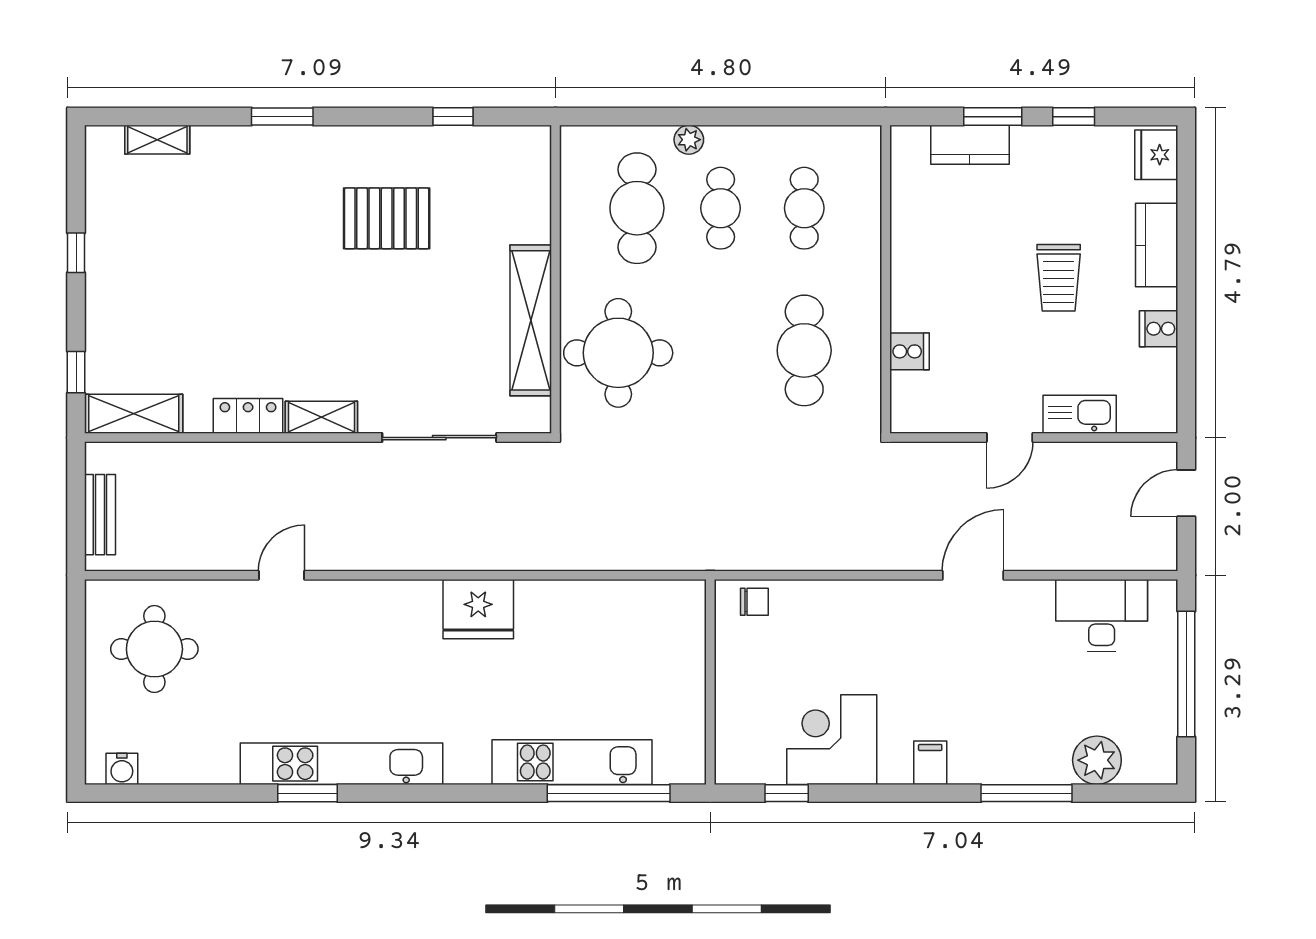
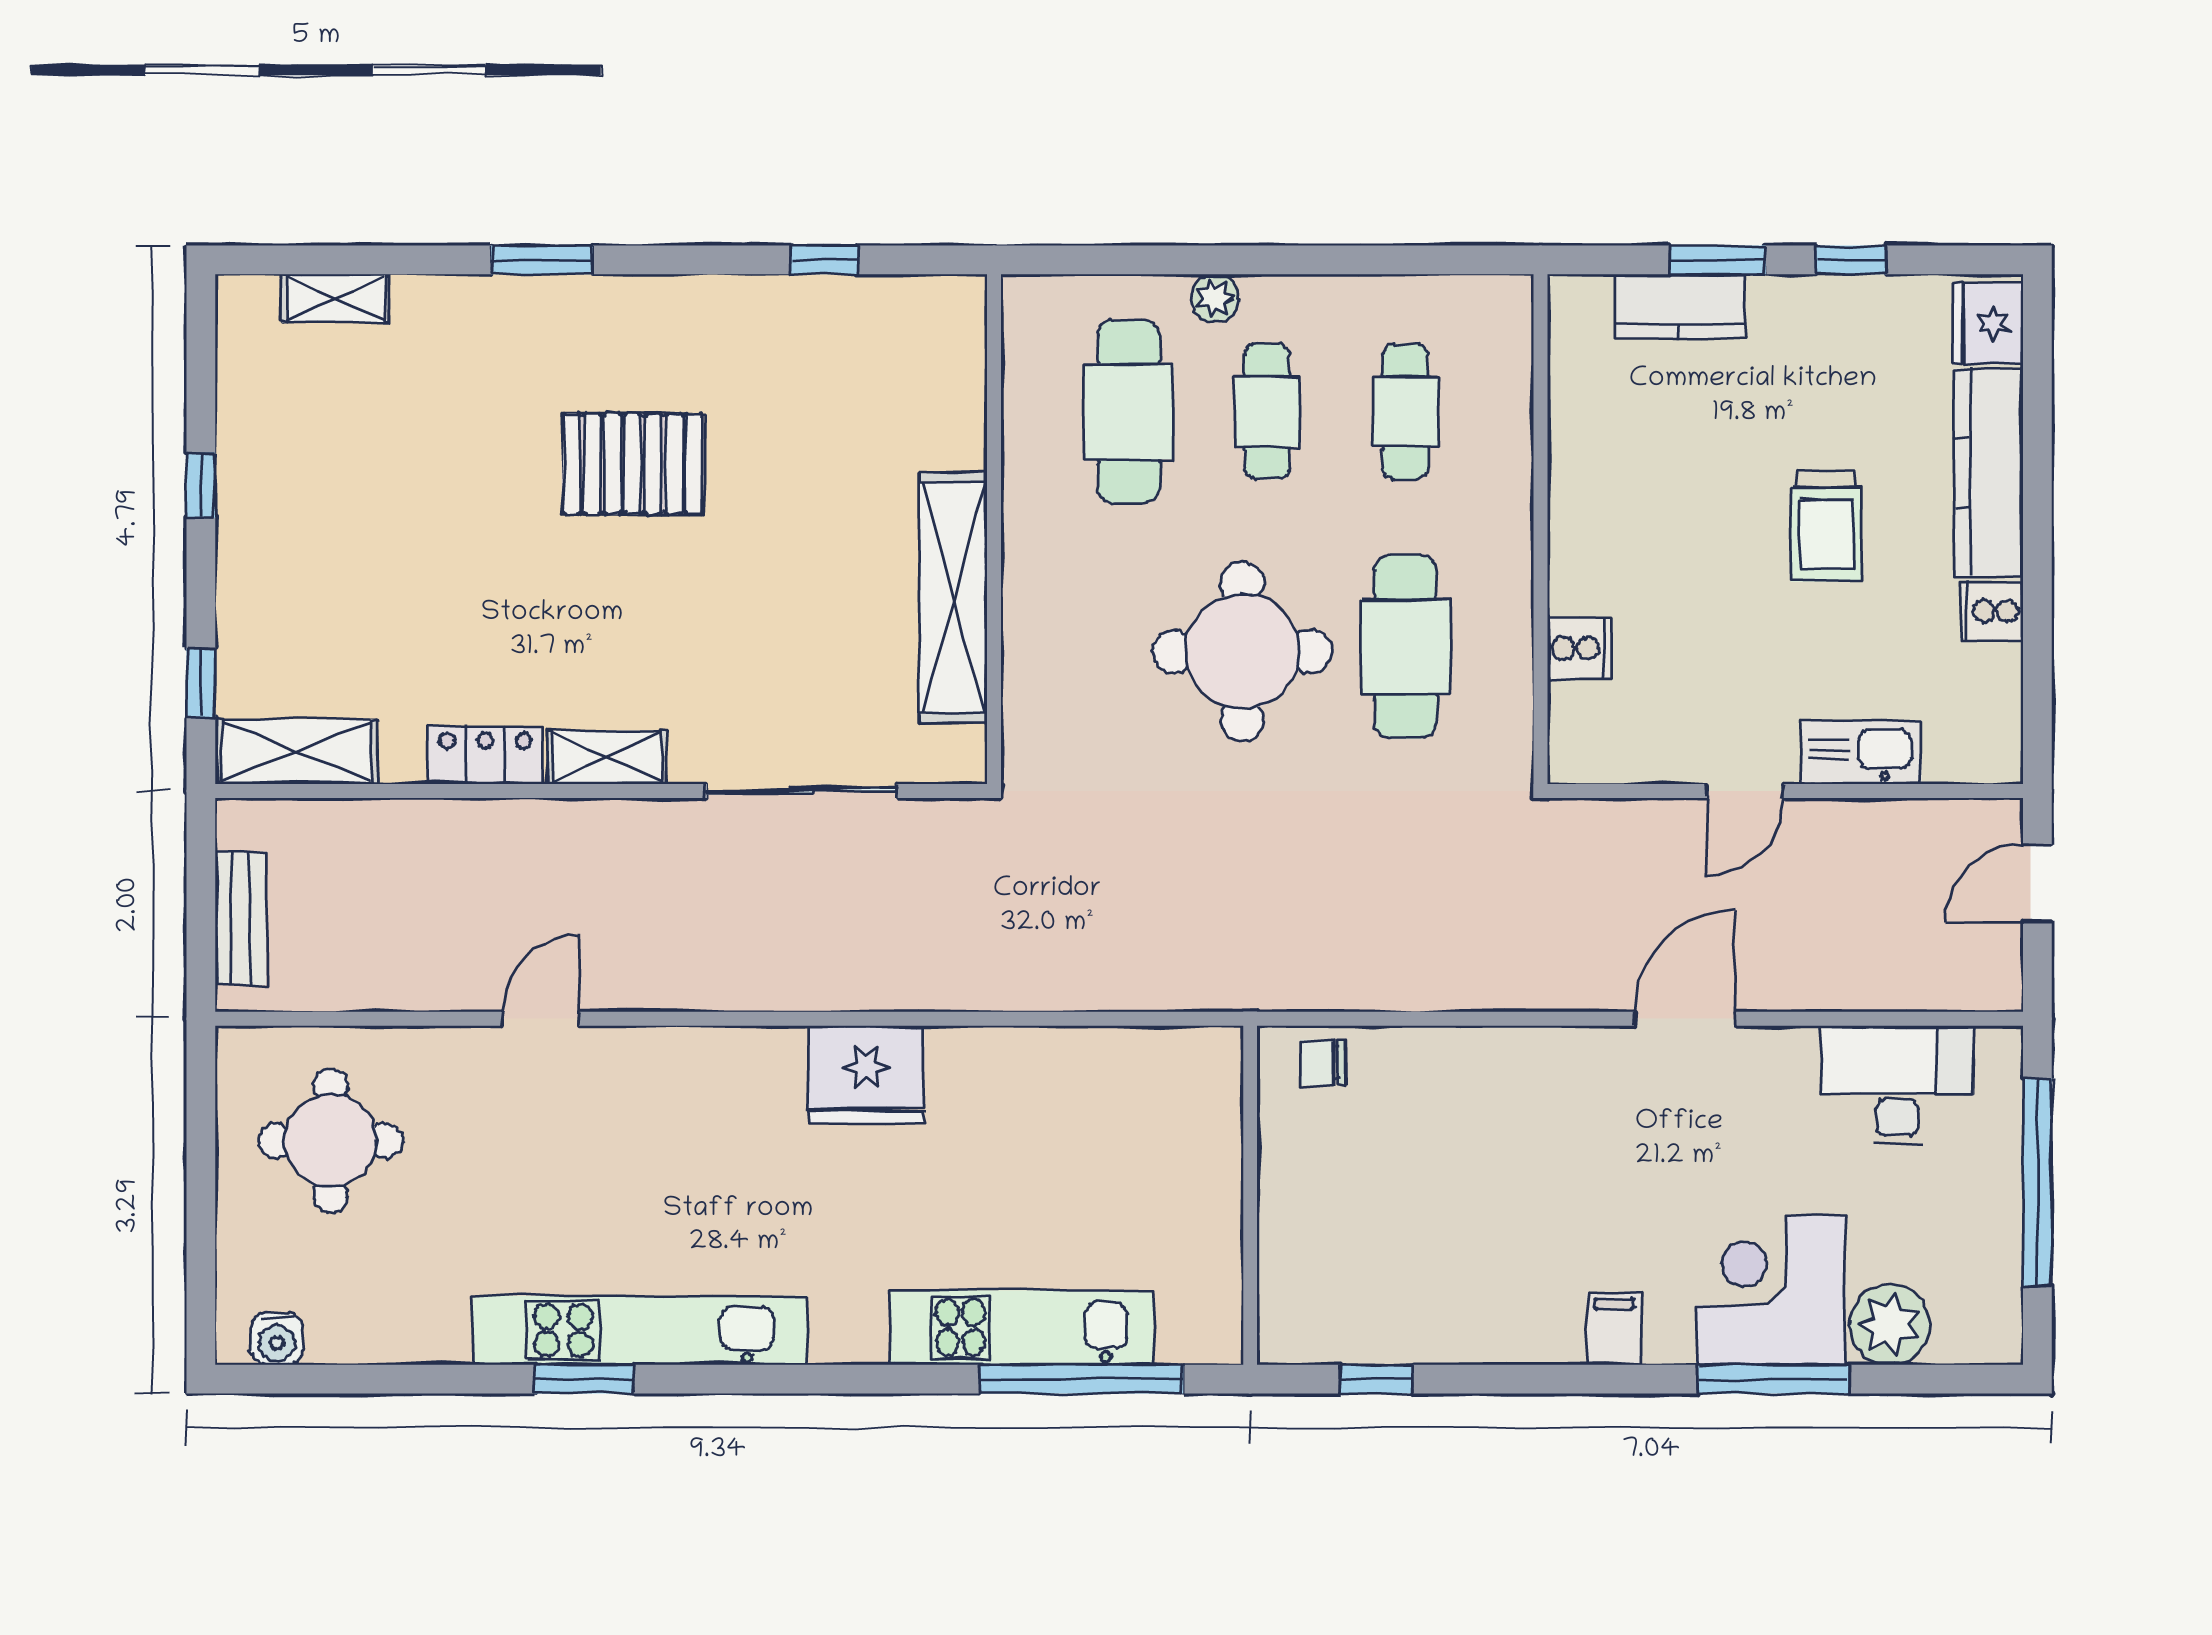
pallet: (387, 218) -> (633, 464), moved
kitchen counter: (1157, 245) -> (1989, 473), width x1.50
round table: (618, 353) -> (1242, 652), moved
chair: (754, 602) -> (1323, 1063), turned 180
corner desk: (832, 740) -> (1771, 1291), moved

